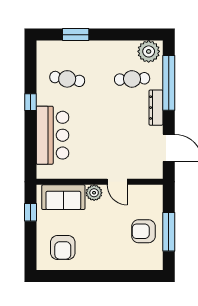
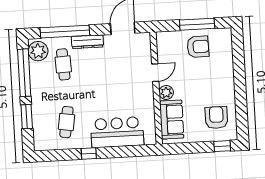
window: (125, 35) -> (24, 73), added
window: (30, 212) -> (222, 146), moved
armchair: (143, 231) -> (198, 47), turned -91
armchair: (63, 248) -> (216, 118), turned -90

